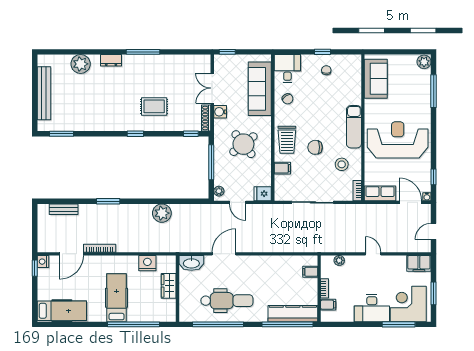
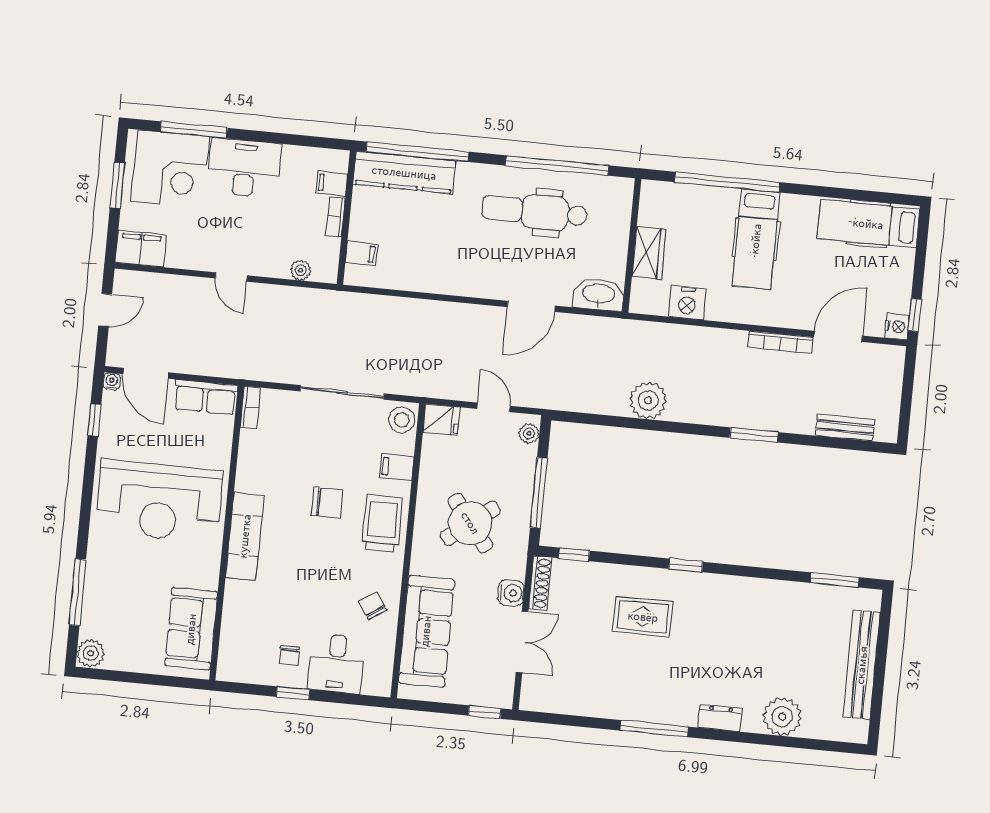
desk: (287, 69) -> (336, 664), moved
stool: (342, 164) -> (402, 420), moved

